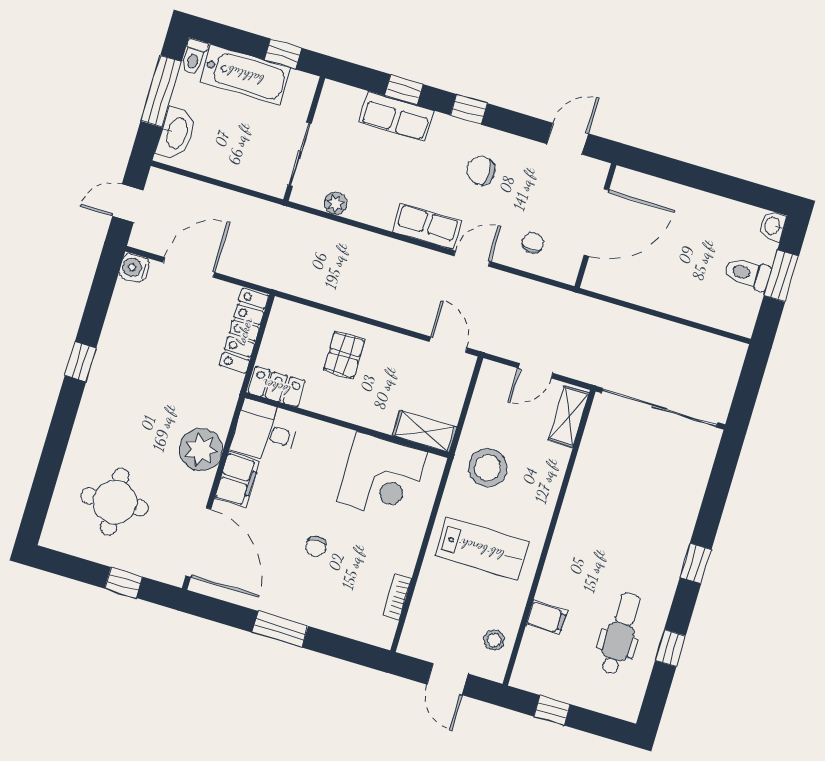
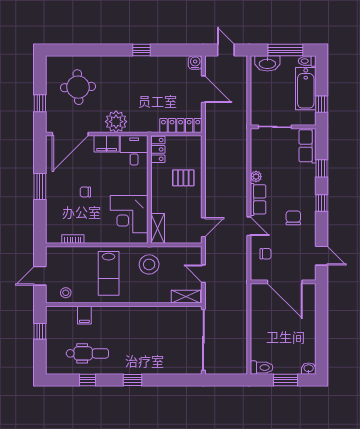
row of seats: (396, 116) -> (307, 146), moved
plant: (336, 203) -> (256, 177), moved
toilet: (747, 274) -> (262, 368), moved, turned 90

